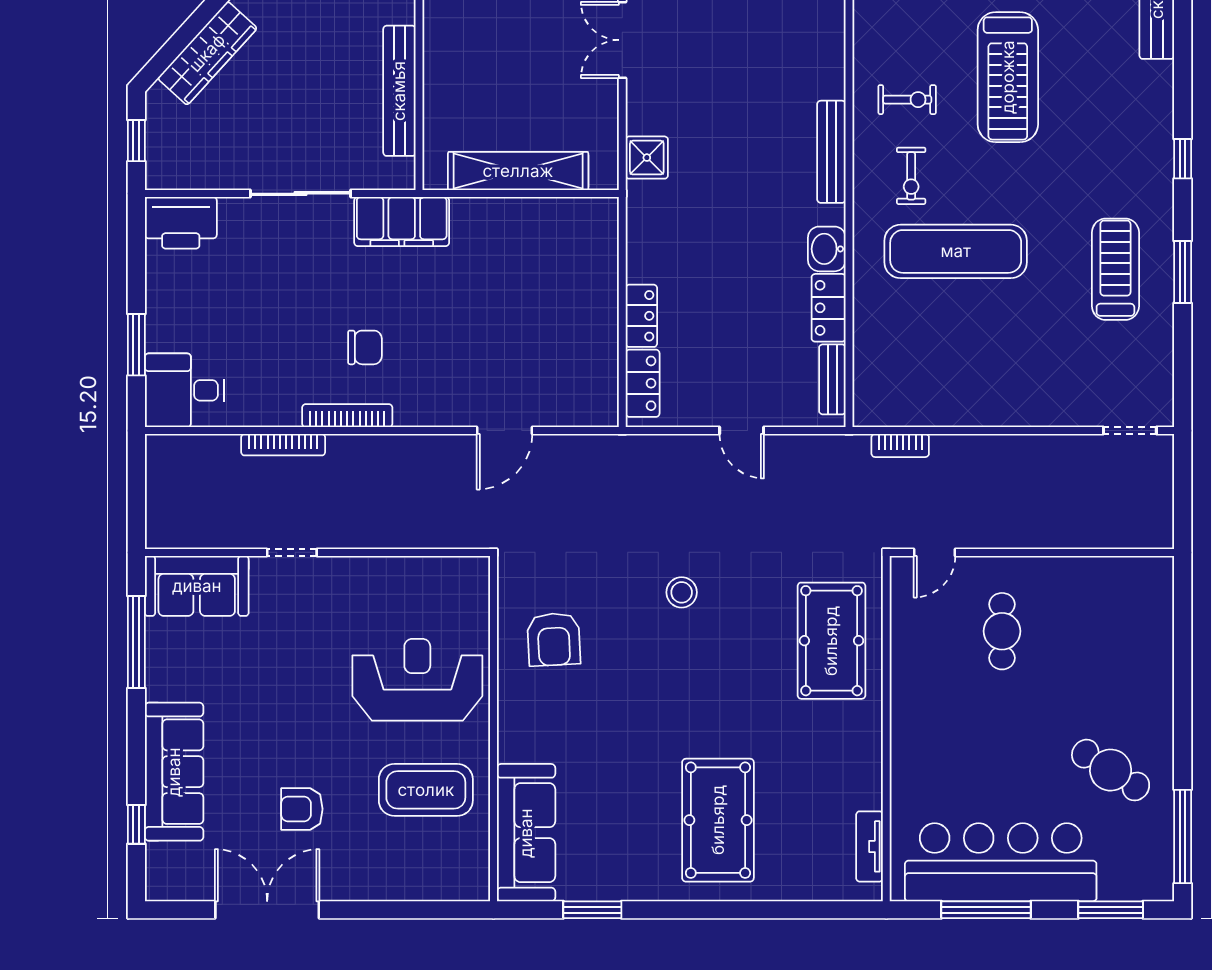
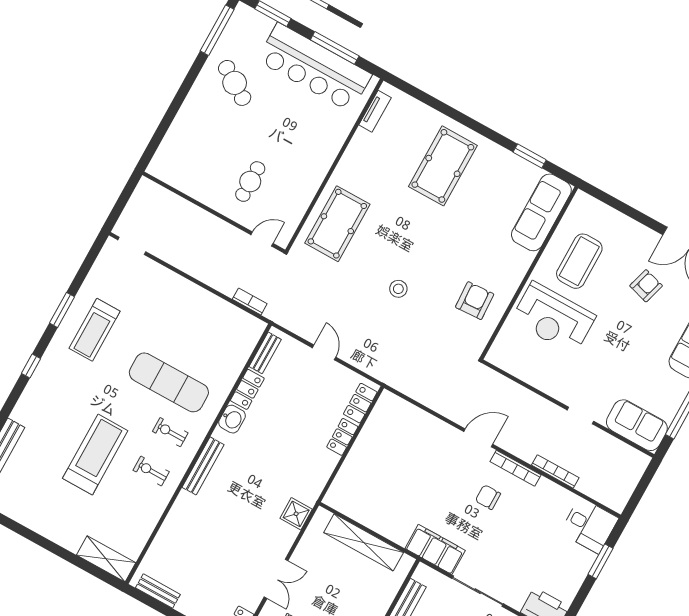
exercise bike: (911, 176) -> (170, 432), turned -90
door: (505, 431) -> (478, 438), moved
coffee table: (426, 790) -> (579, 261), turned 90
armchair: (302, 809) -> (646, 286), turned -74

